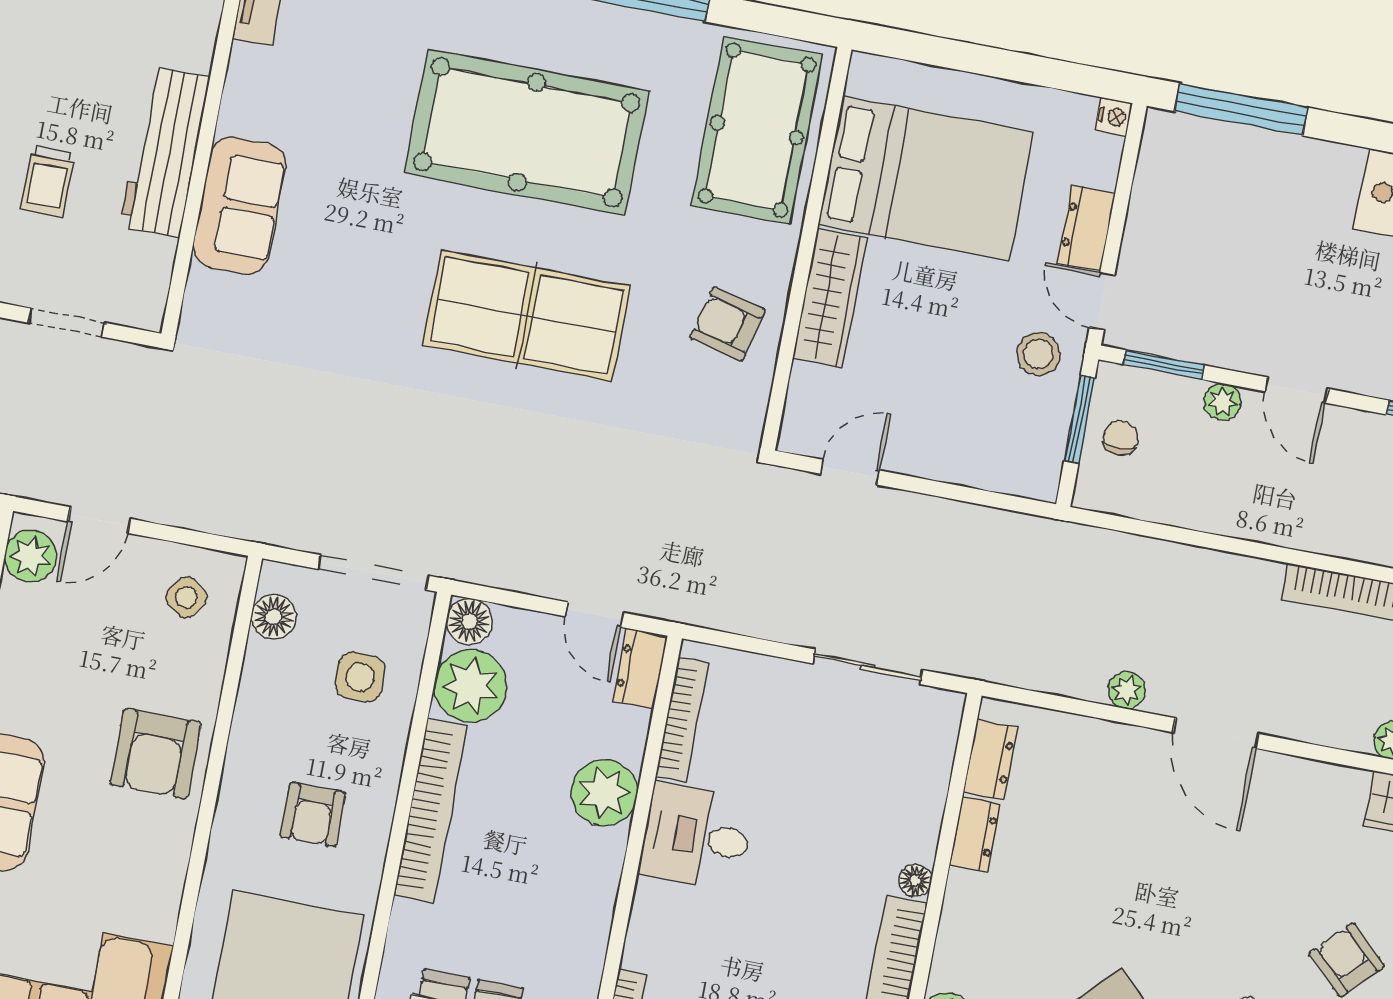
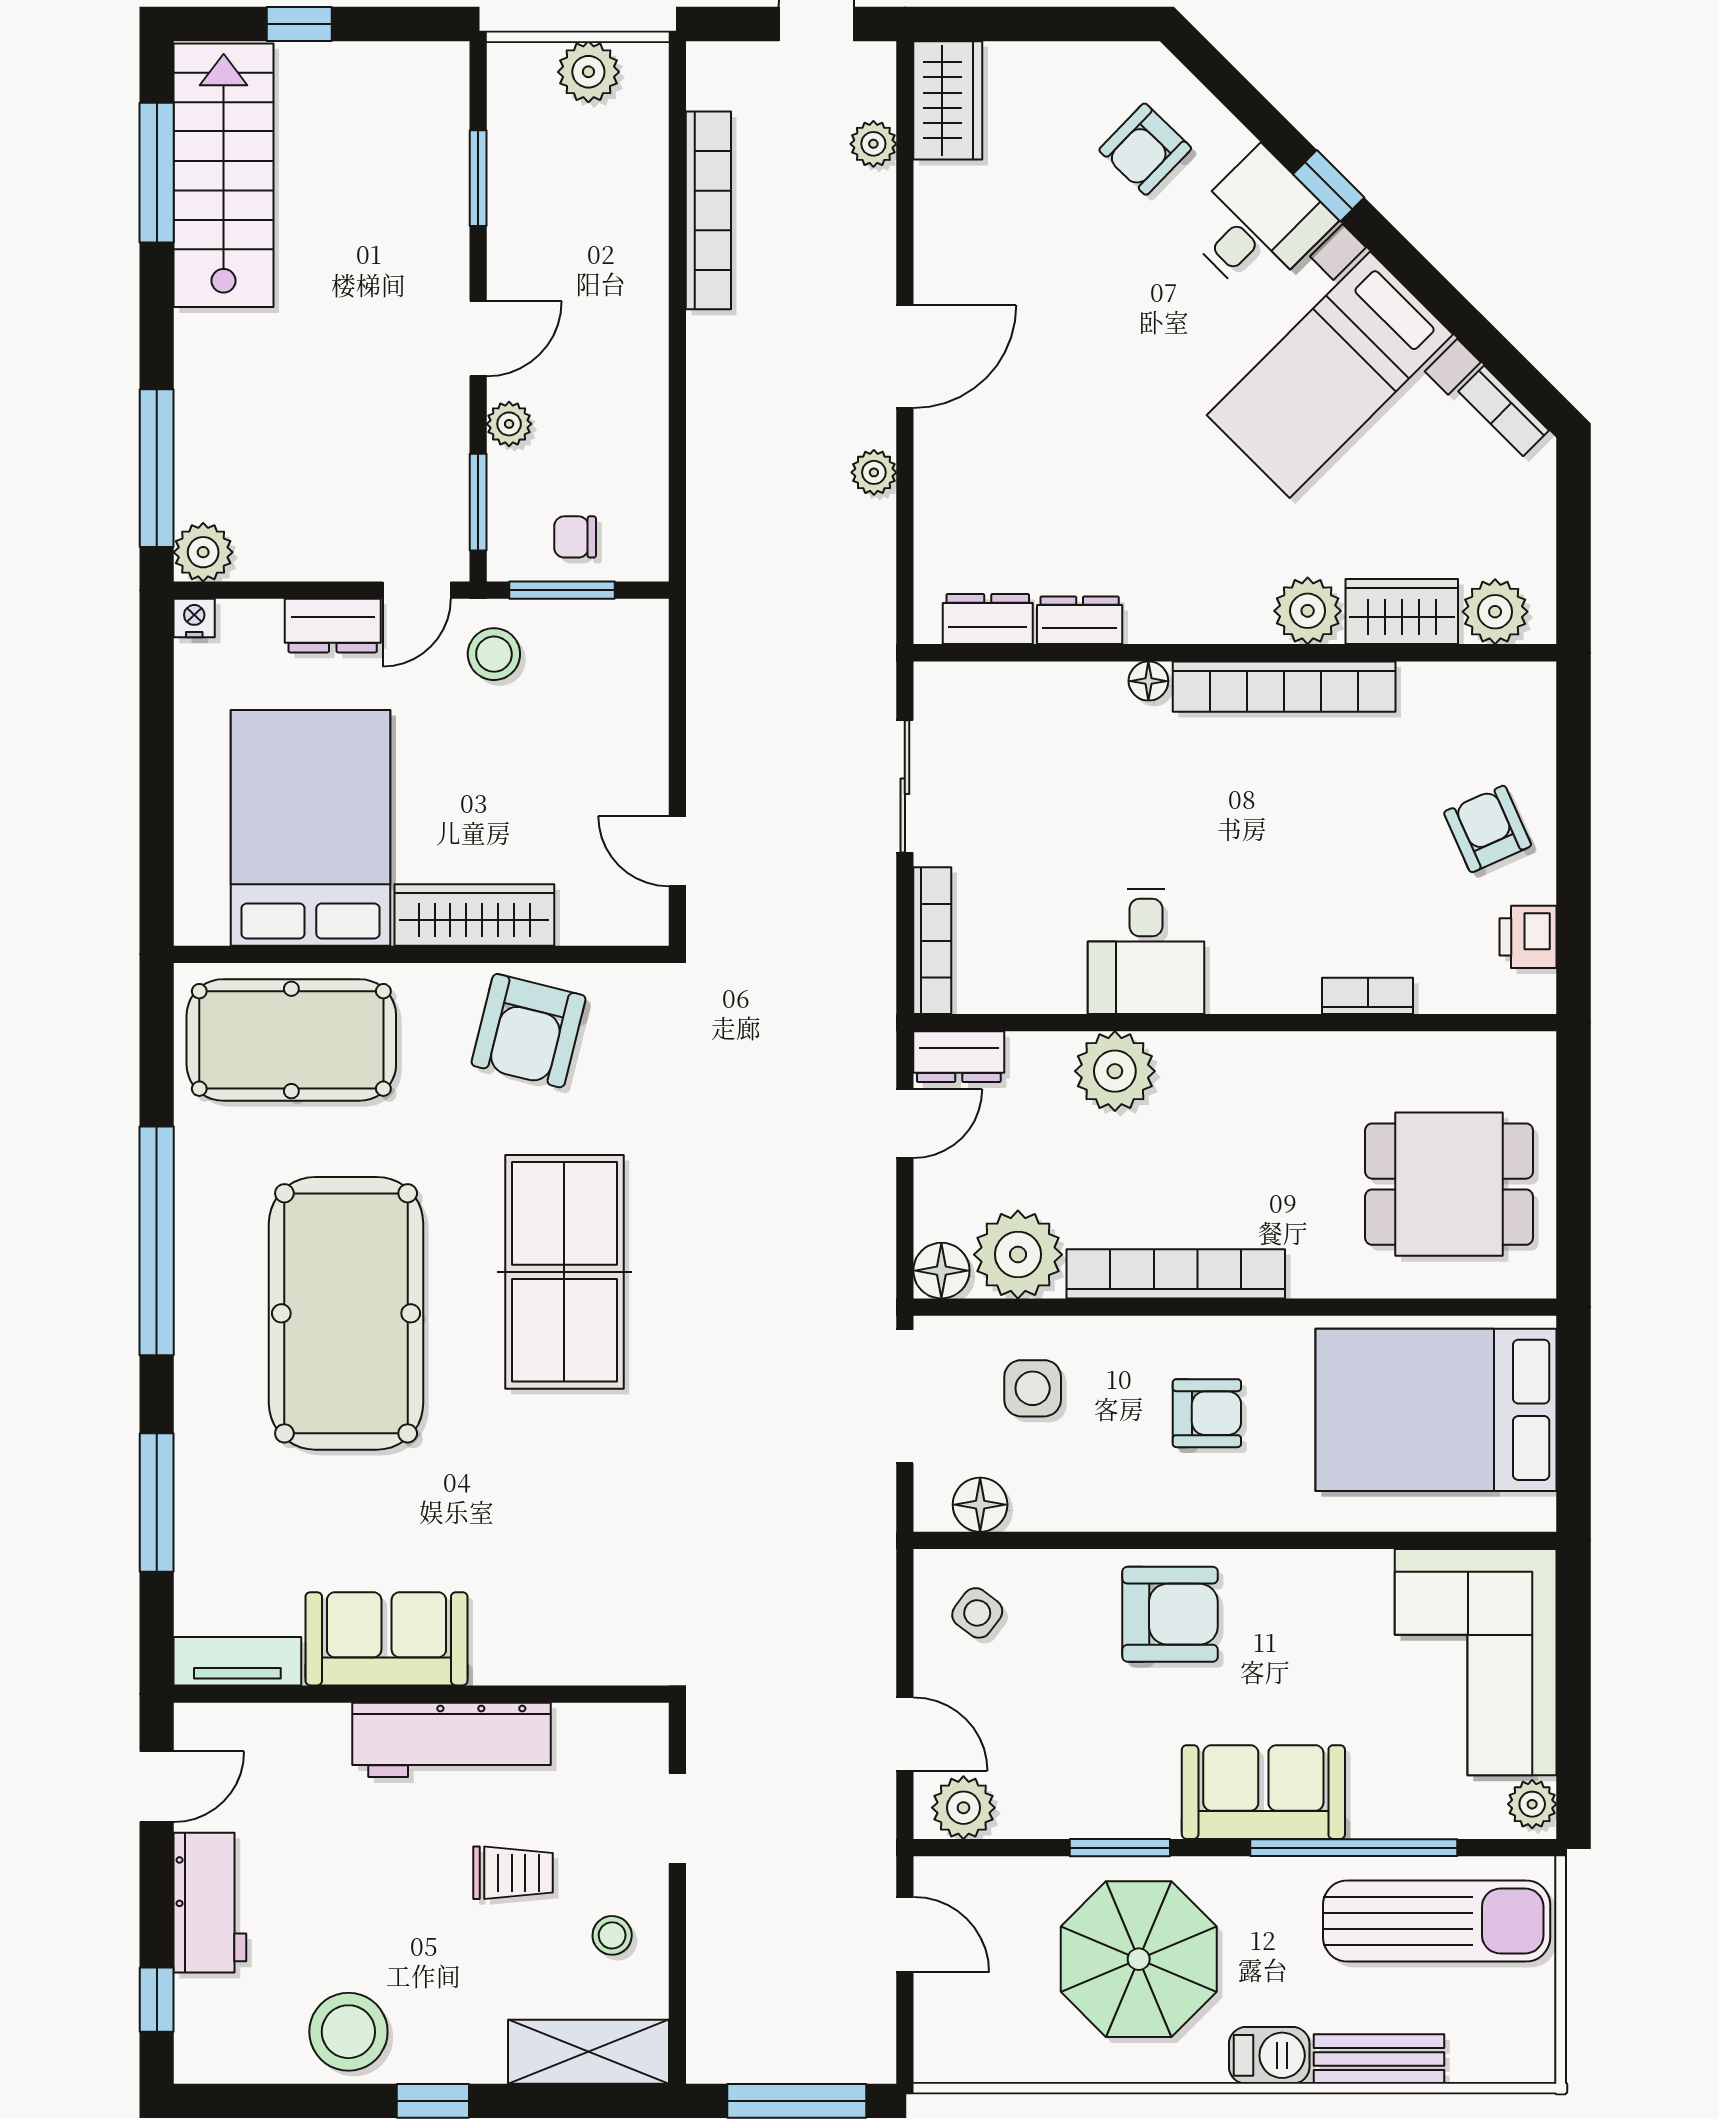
plant: (1166, 134) -> (203, 552), added
sofa: (239, 206) -> (386, 1639), moved
armchair: (728, 324) -> (529, 1031), width x1.38, depth x1.38
bookcase: (682, 719) -> (932, 941), moved, turned 90

